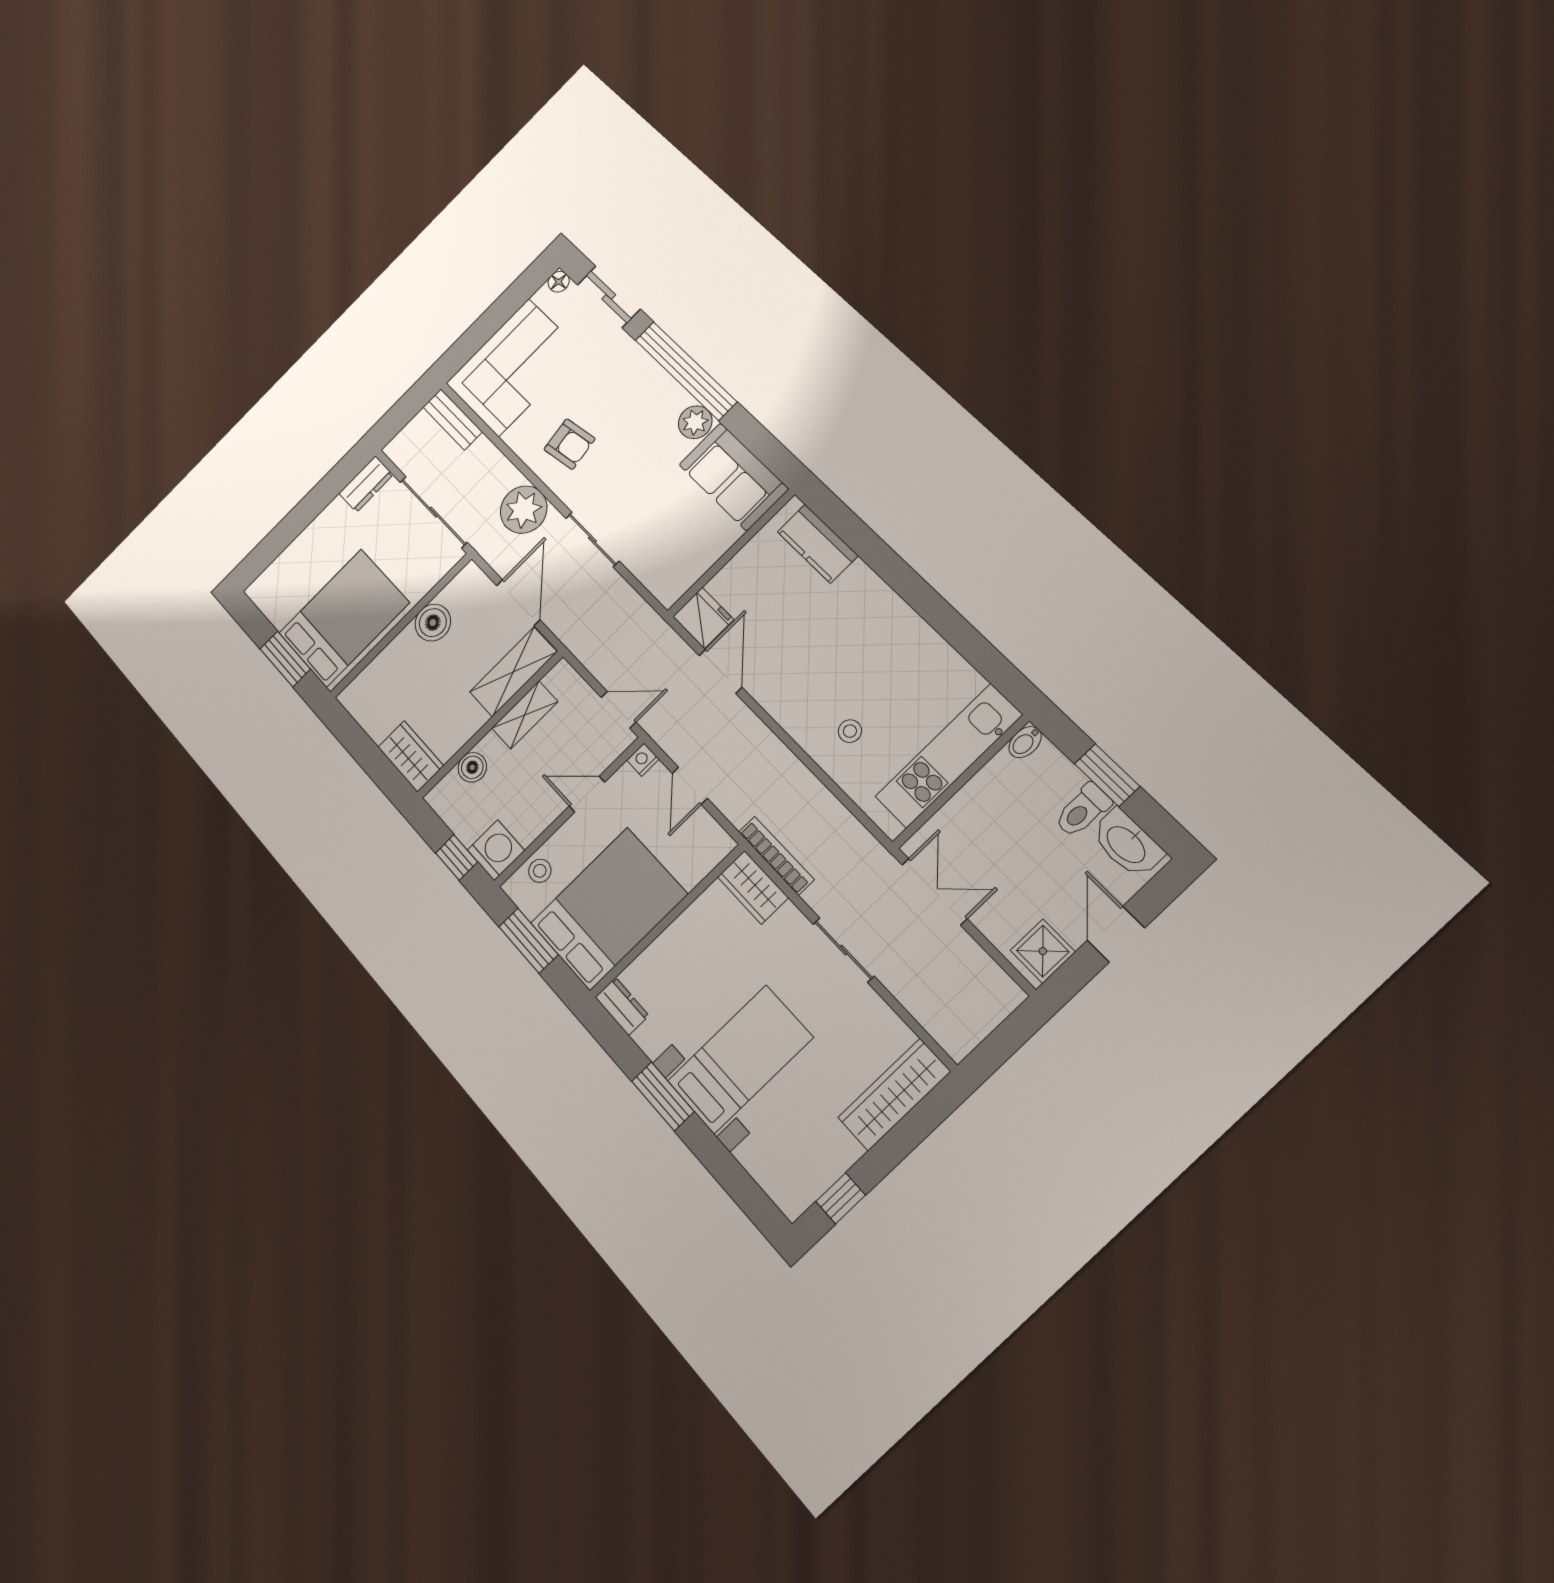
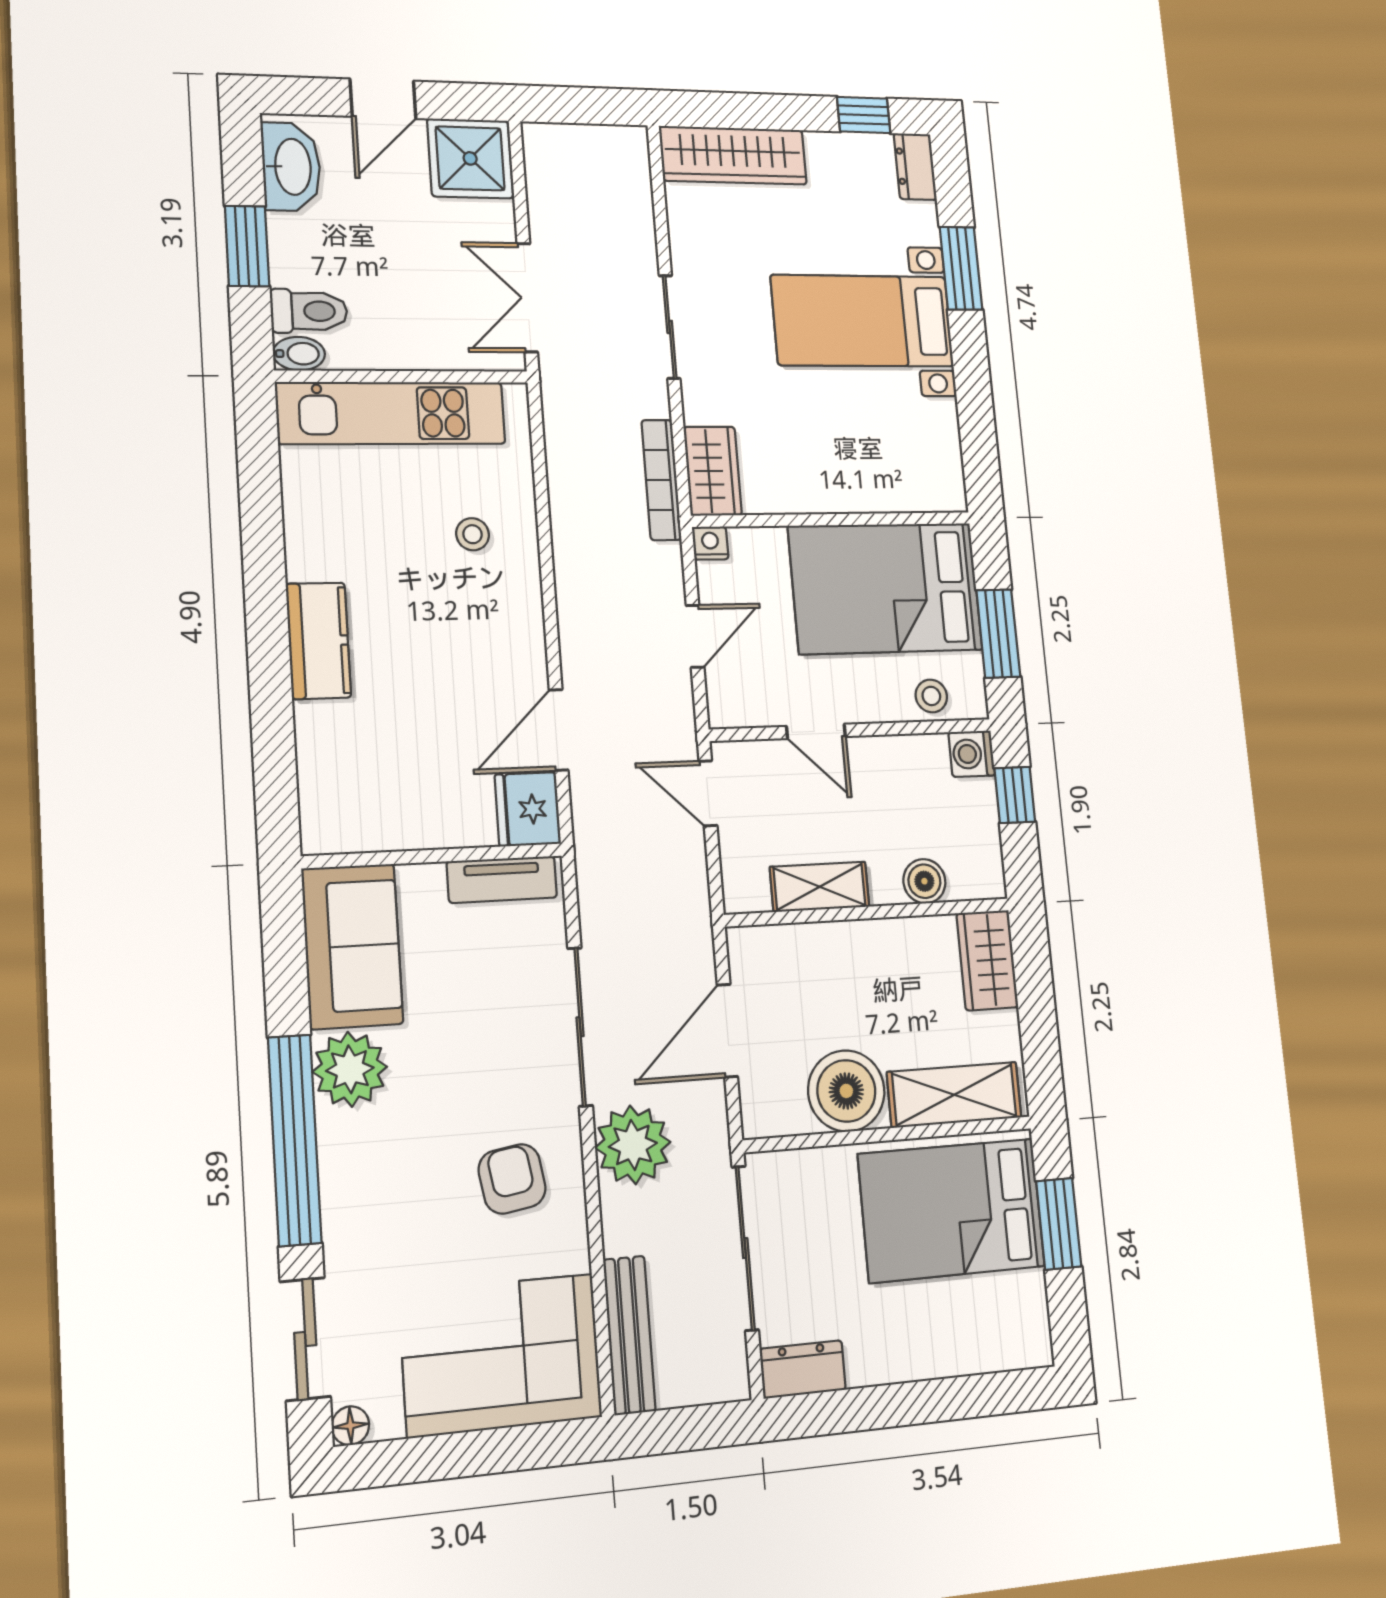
bench: (452, 419) -> (629, 1335), width x1.36
plant: (695, 422) -> (350, 1069), width x1.36, depth x1.36
sliding door: (592, 539) -> (580, 1027), width x1.37
kitchen counter: (818, 544) -> (318, 641), moved
tv unit: (688, 573) -> (502, 879), added
boiler: (433, 623) -> (846, 1091), width x1.37, depth x1.37
shelving: (513, 672) -> (954, 1095), moved
nightstand: (643, 760) -> (710, 543), moved, turned 180
toilet: (1083, 810) -> (309, 311), moved
washing machine: (496, 850) -> (972, 754), width x0.73, depth x0.73
shower: (1043, 951) -> (470, 158), width x1.36, depth x1.36
dresser: (622, 1006) -> (915, 167), moved
window: (663, 1096) -> (961, 268), moved

